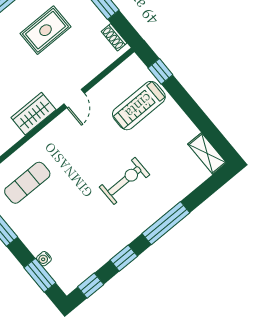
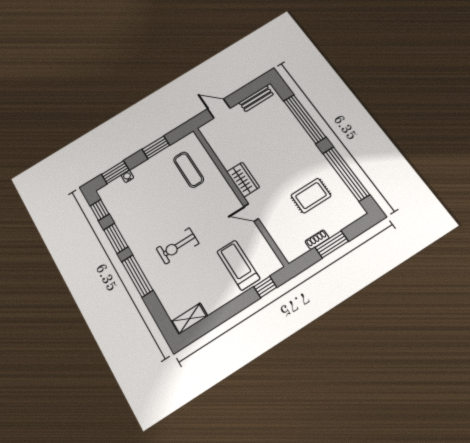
rug: (46, 30) -> (311, 196), turned 90
shoe rack: (114, 37) -> (317, 240), moved
exercise bike: (124, 181) -> (178, 246), turned 90
window: (124, 258) -> (116, 238), width x1.50

